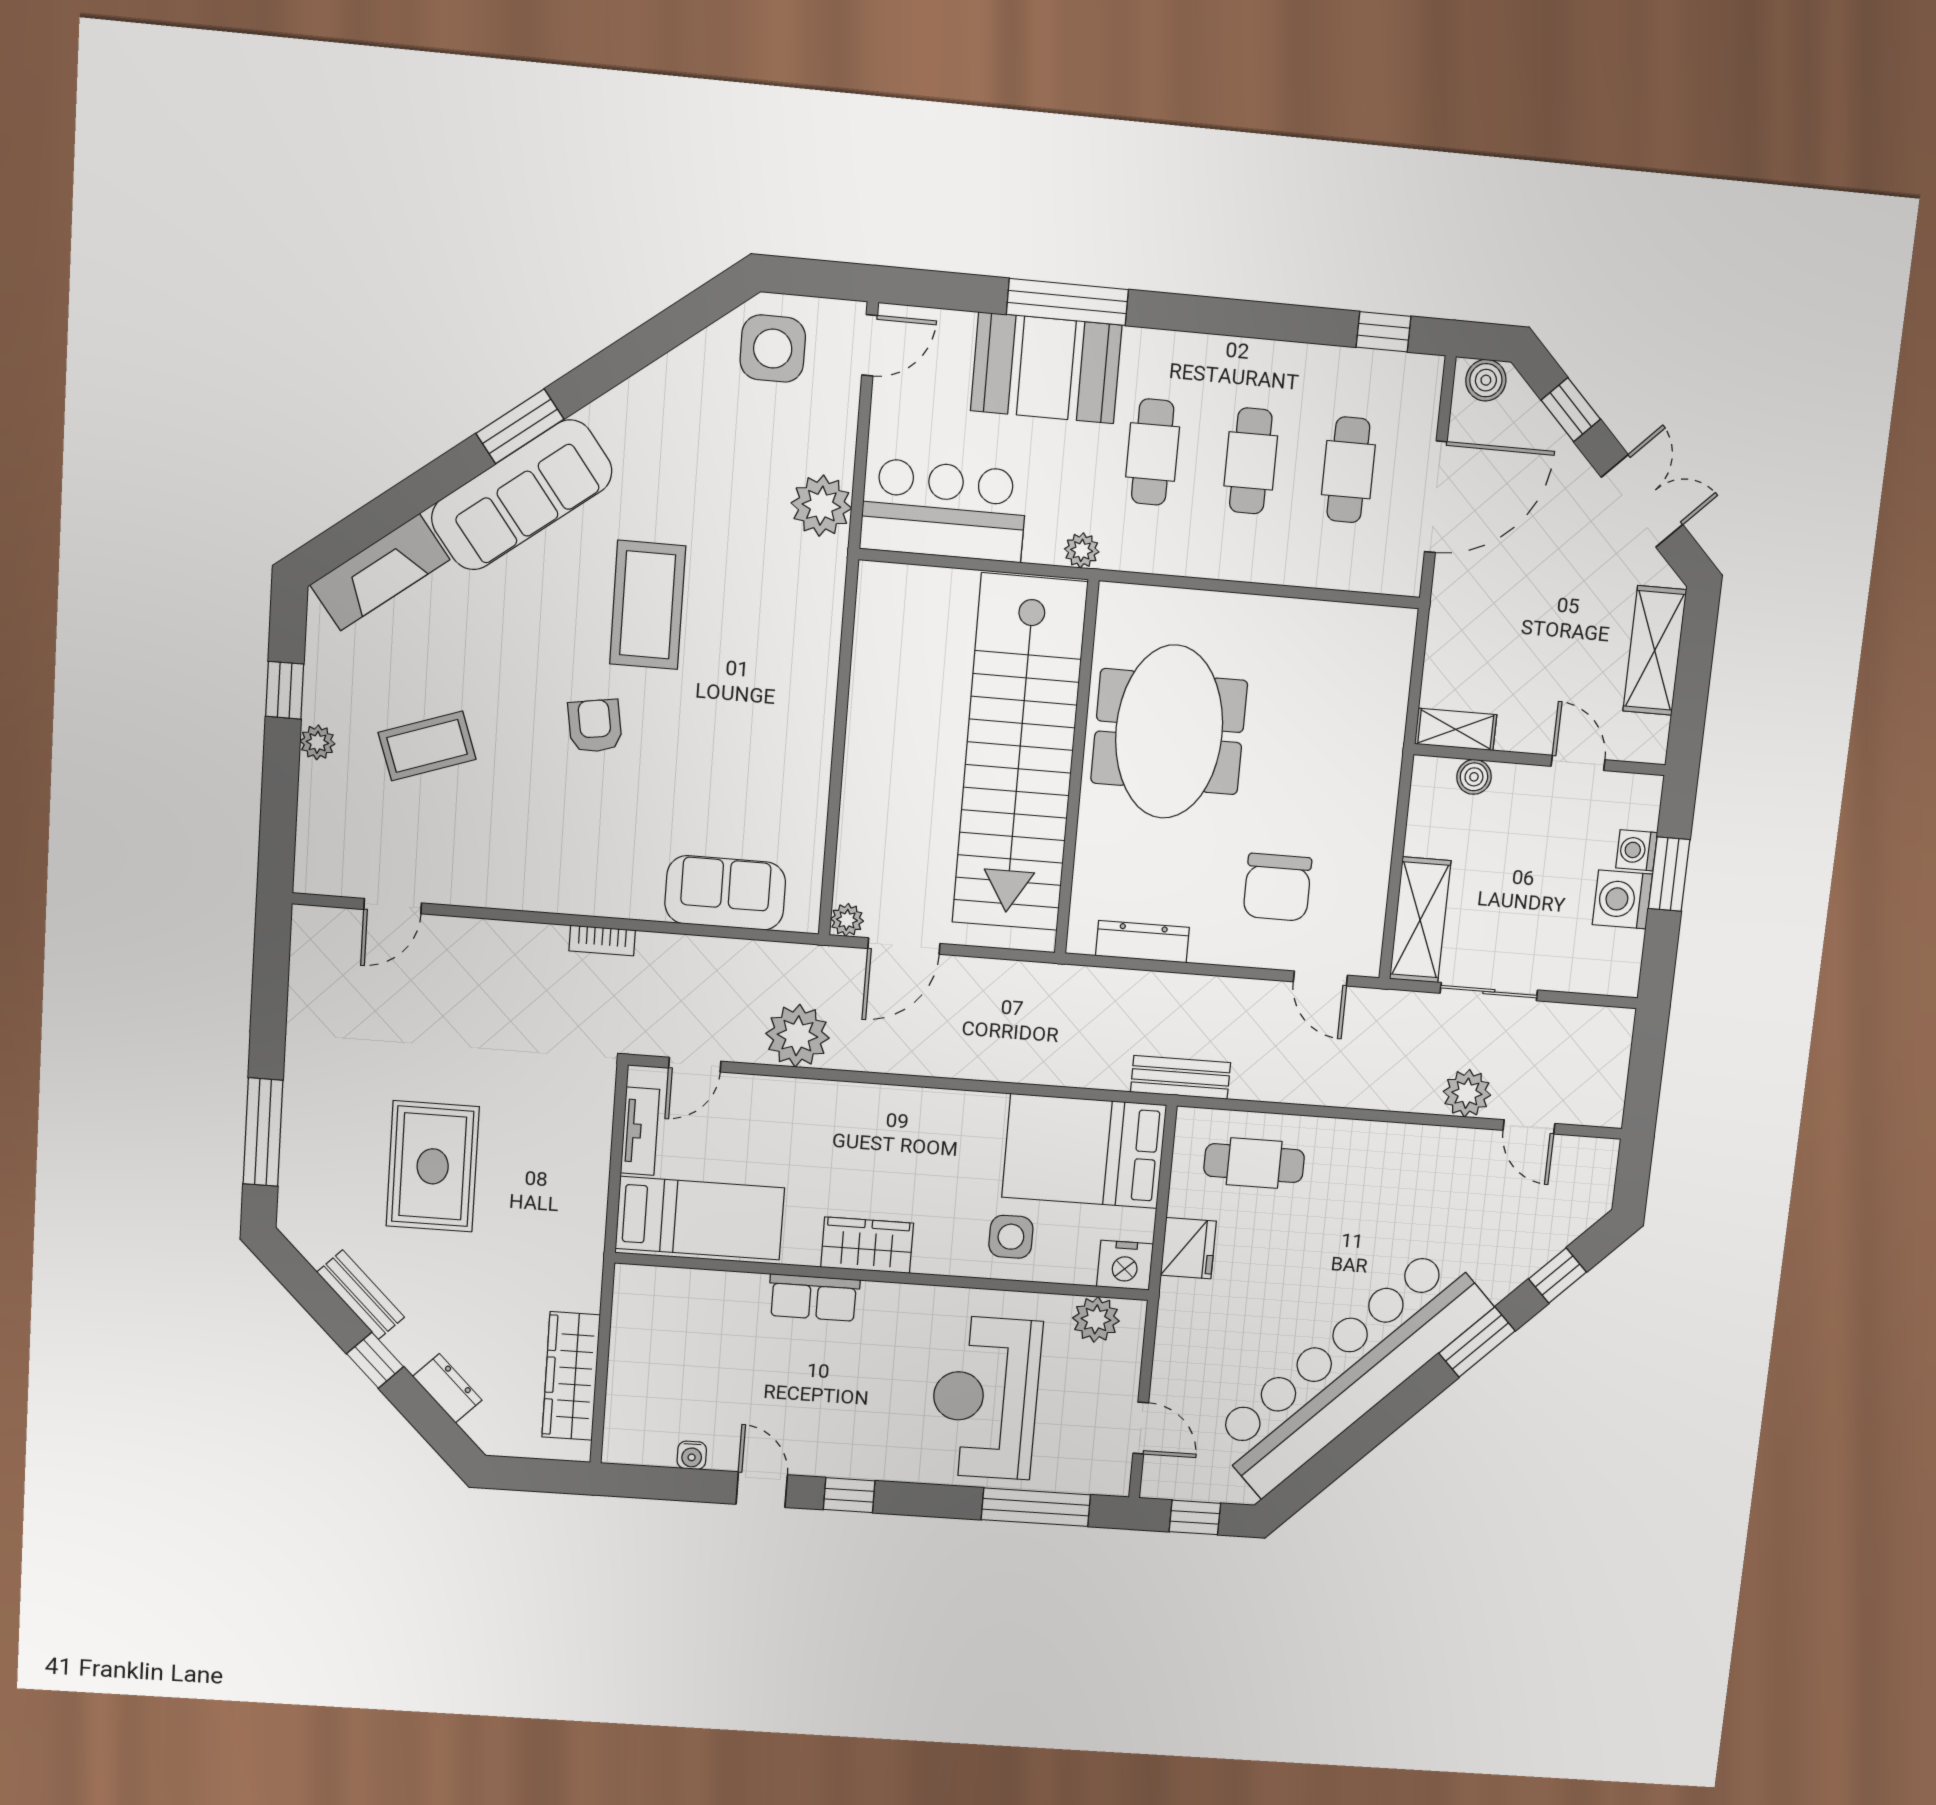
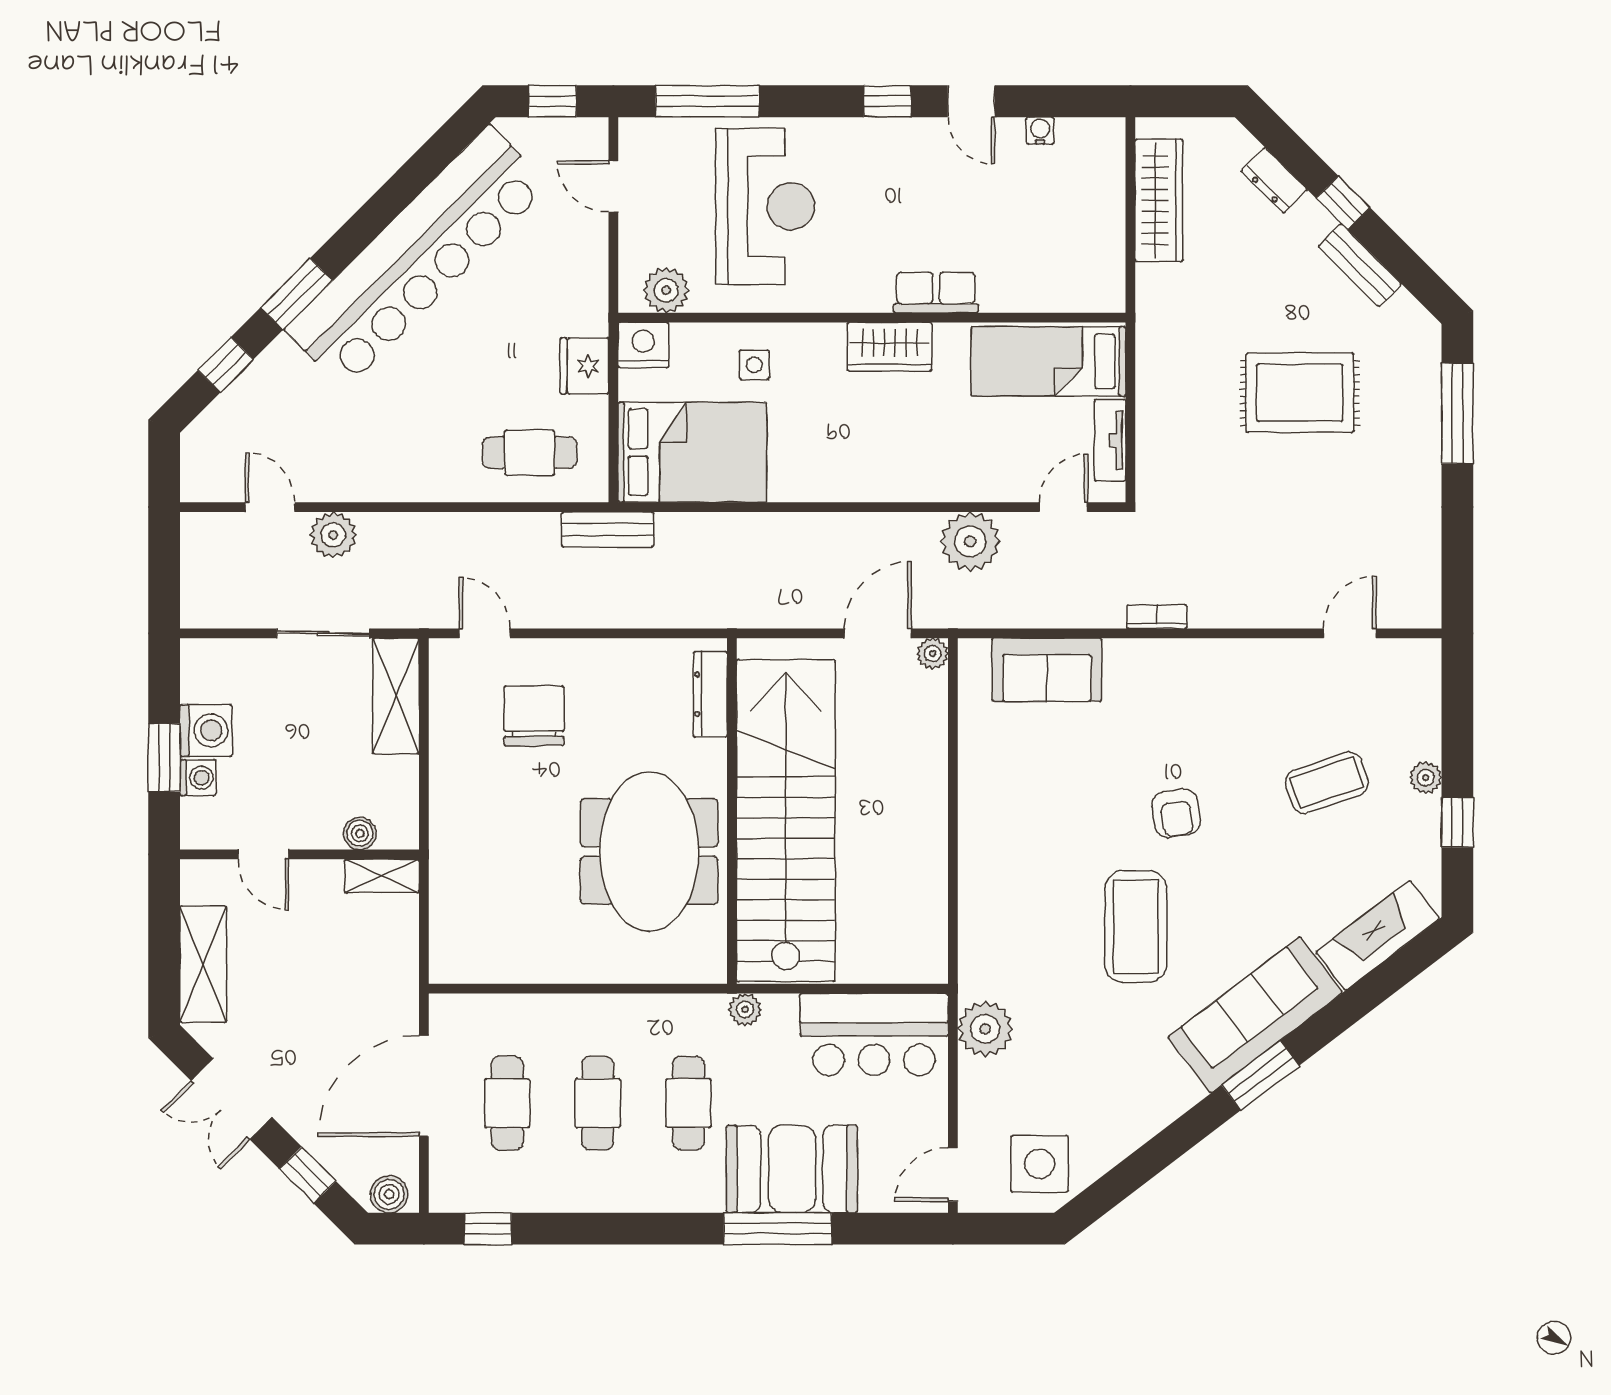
dresser: (1142, 942) -> (710, 694), moved, turned 90
rug: (433, 1166) -> (1300, 393), turned 90
side table: (1011, 1237) -> (754, 365), width x0.73, depth x0.73

